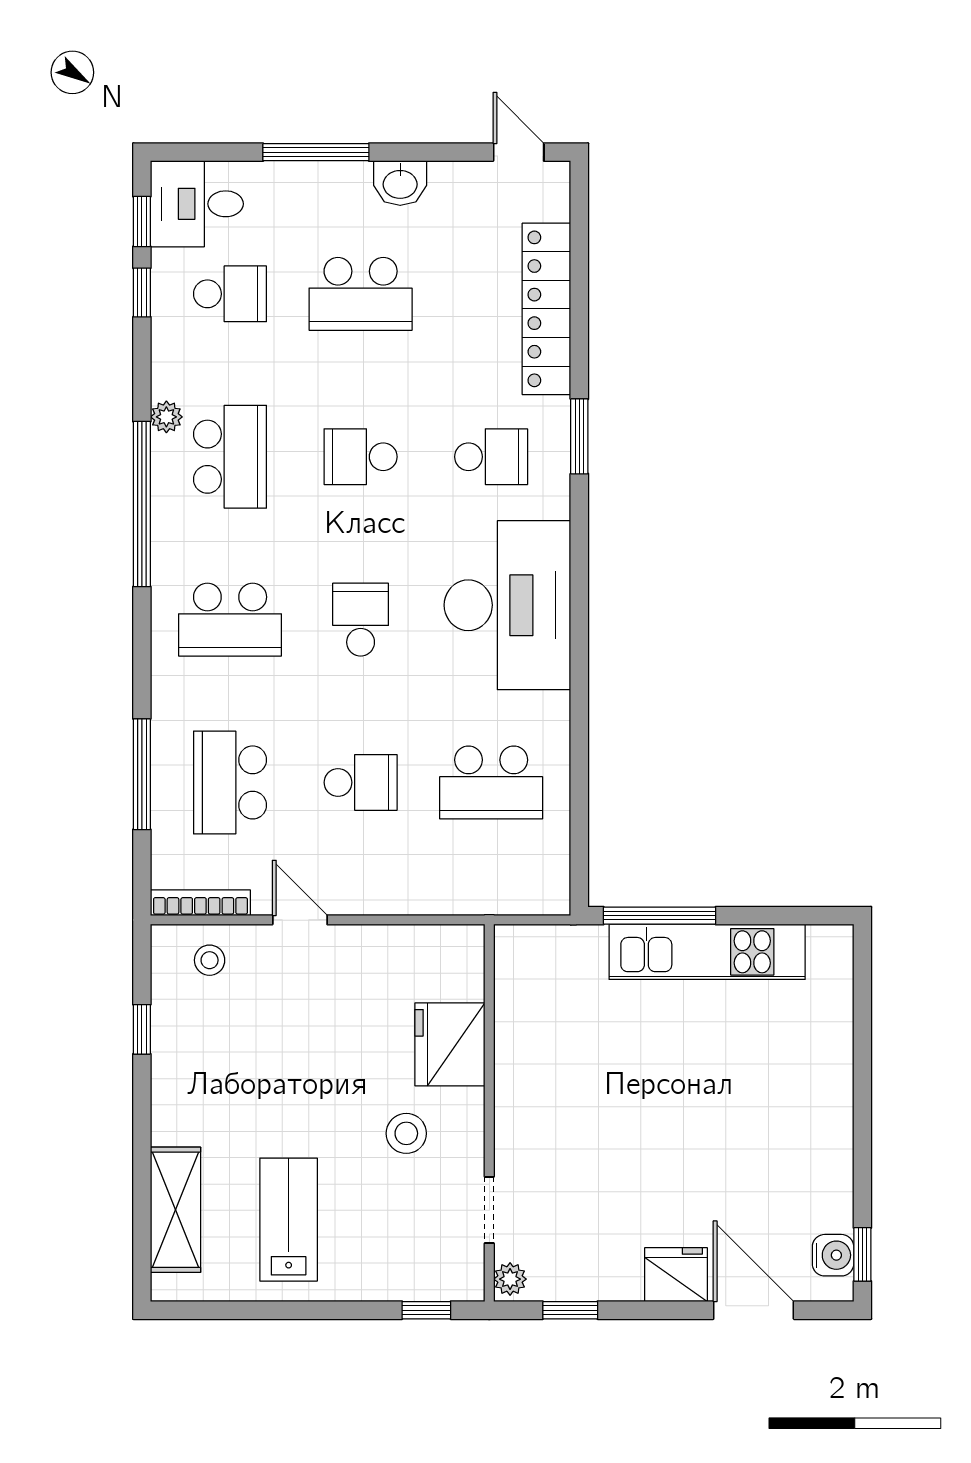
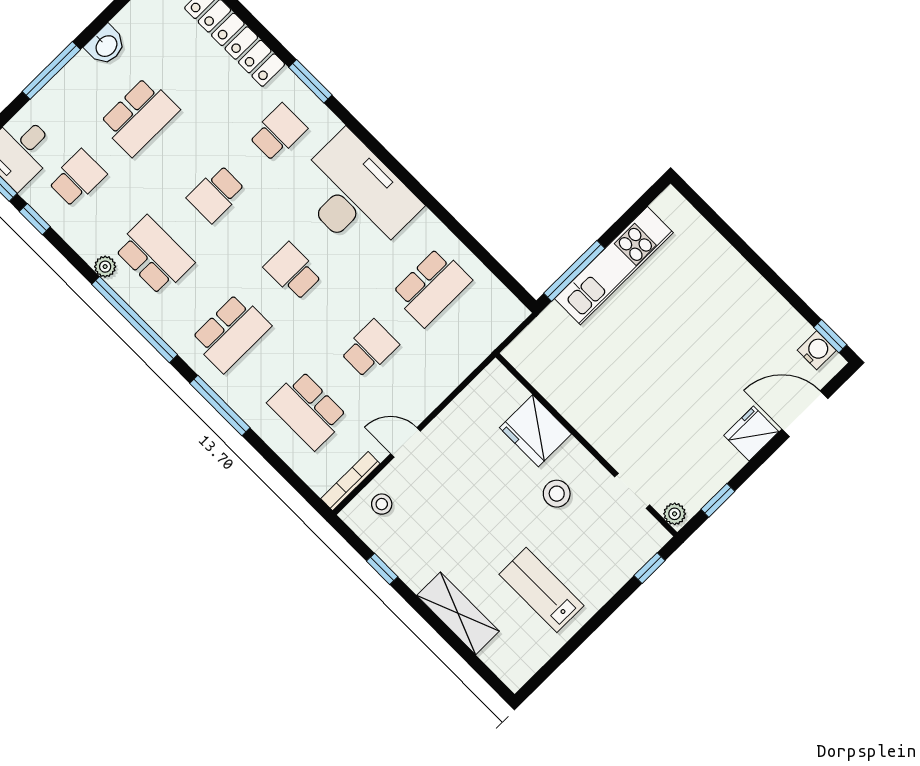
window: (142, 774) -> (220, 405), moved
shelving: (175, 1210) -> (458, 613), moved

